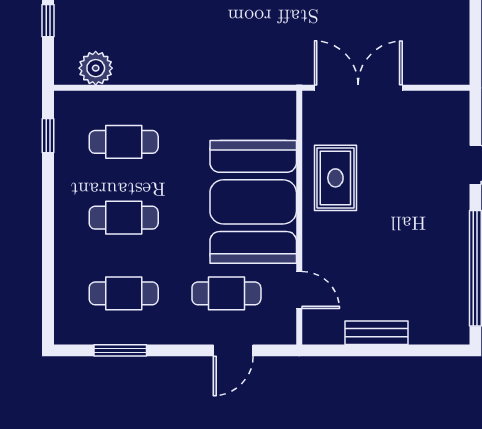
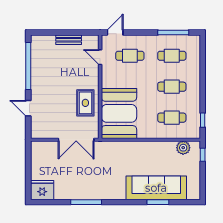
window: (48, 21) -> (203, 155), moved
booth: (253, 202) -> (119, 113), moved
window: (120, 350) -> (173, 33), width x1.44
door: (233, 350) -> (115, 33), moved

